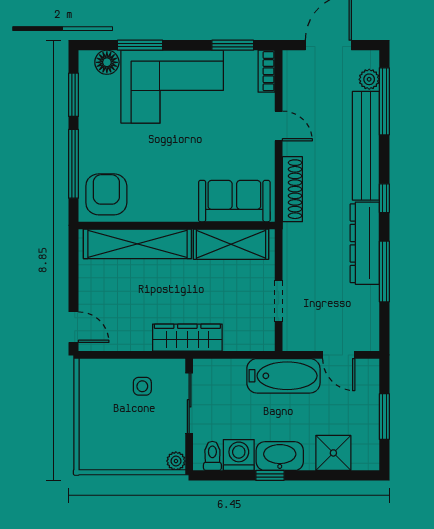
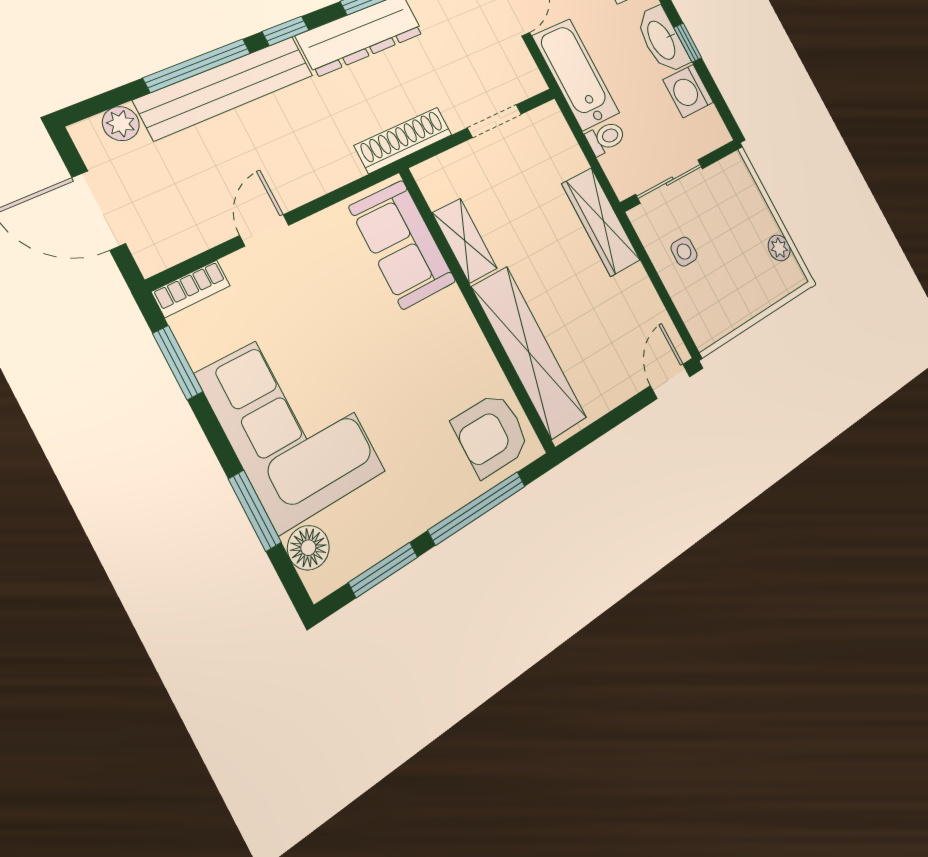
window: (384, 101) -> (197, 65), moved
shoe rack: (292, 189) -> (404, 140), moved
shelving: (231, 244) -> (465, 241), width x0.67, depth x0.75
toilet: (212, 456) -> (606, 138), moved, turned 180
plant: (176, 461) -> (779, 248), moved

